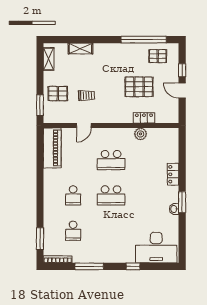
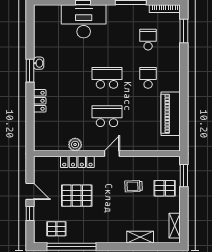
locker: (144, 118) -> (77, 162), width x1.53
door: (84, 126) -> (112, 154), moved
piano: (52, 148) -> (171, 114), moved
desk: (156, 248) -> (84, 21), moved

